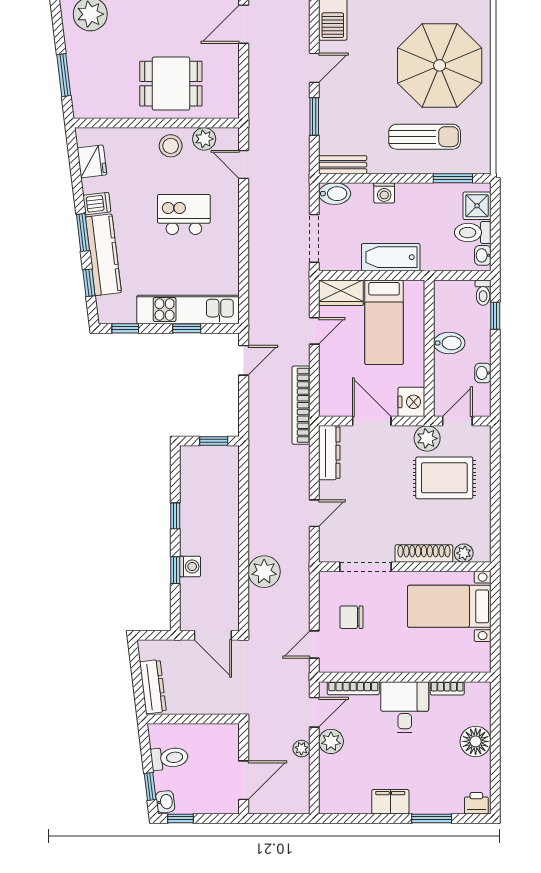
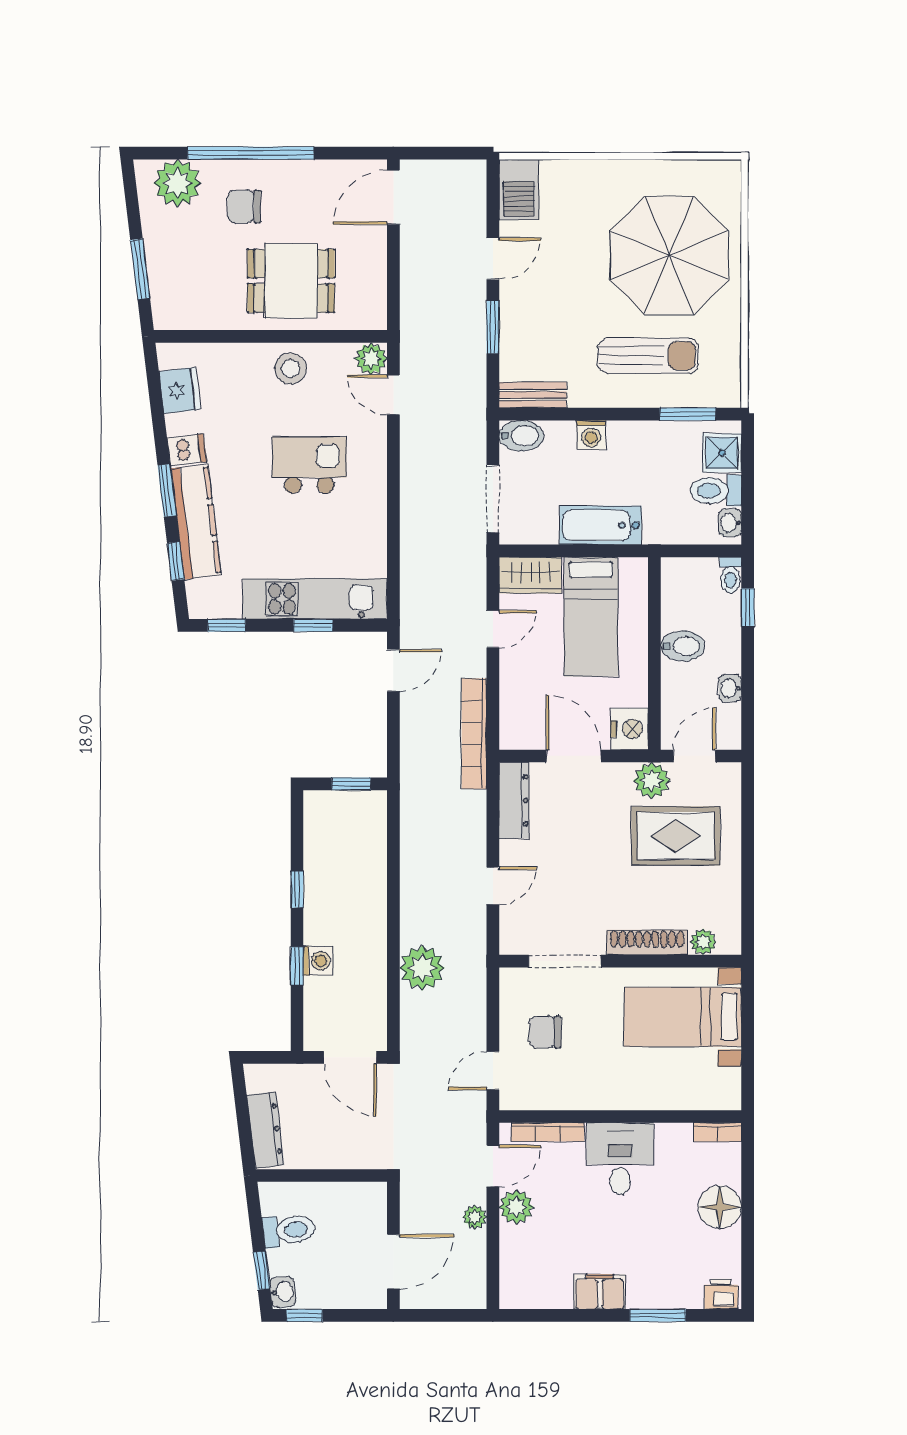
chair: (138, 31) -> (244, 207), added
plant: (204, 139) -> (371, 359), moved
bookcase: (447, 688) -> (718, 1132), moved

